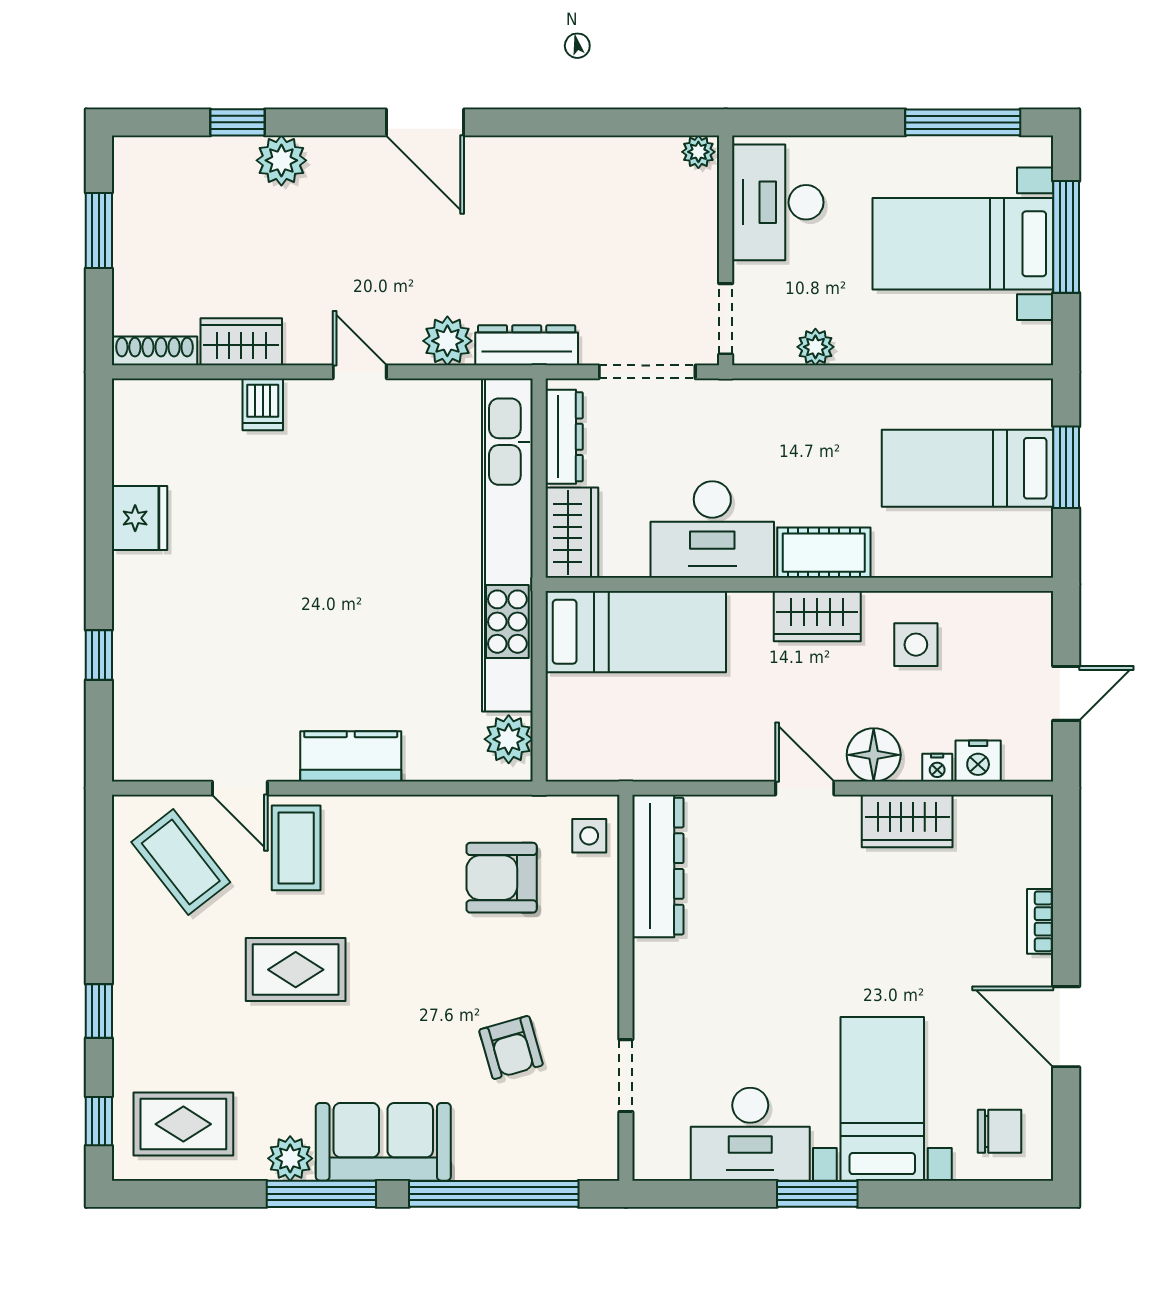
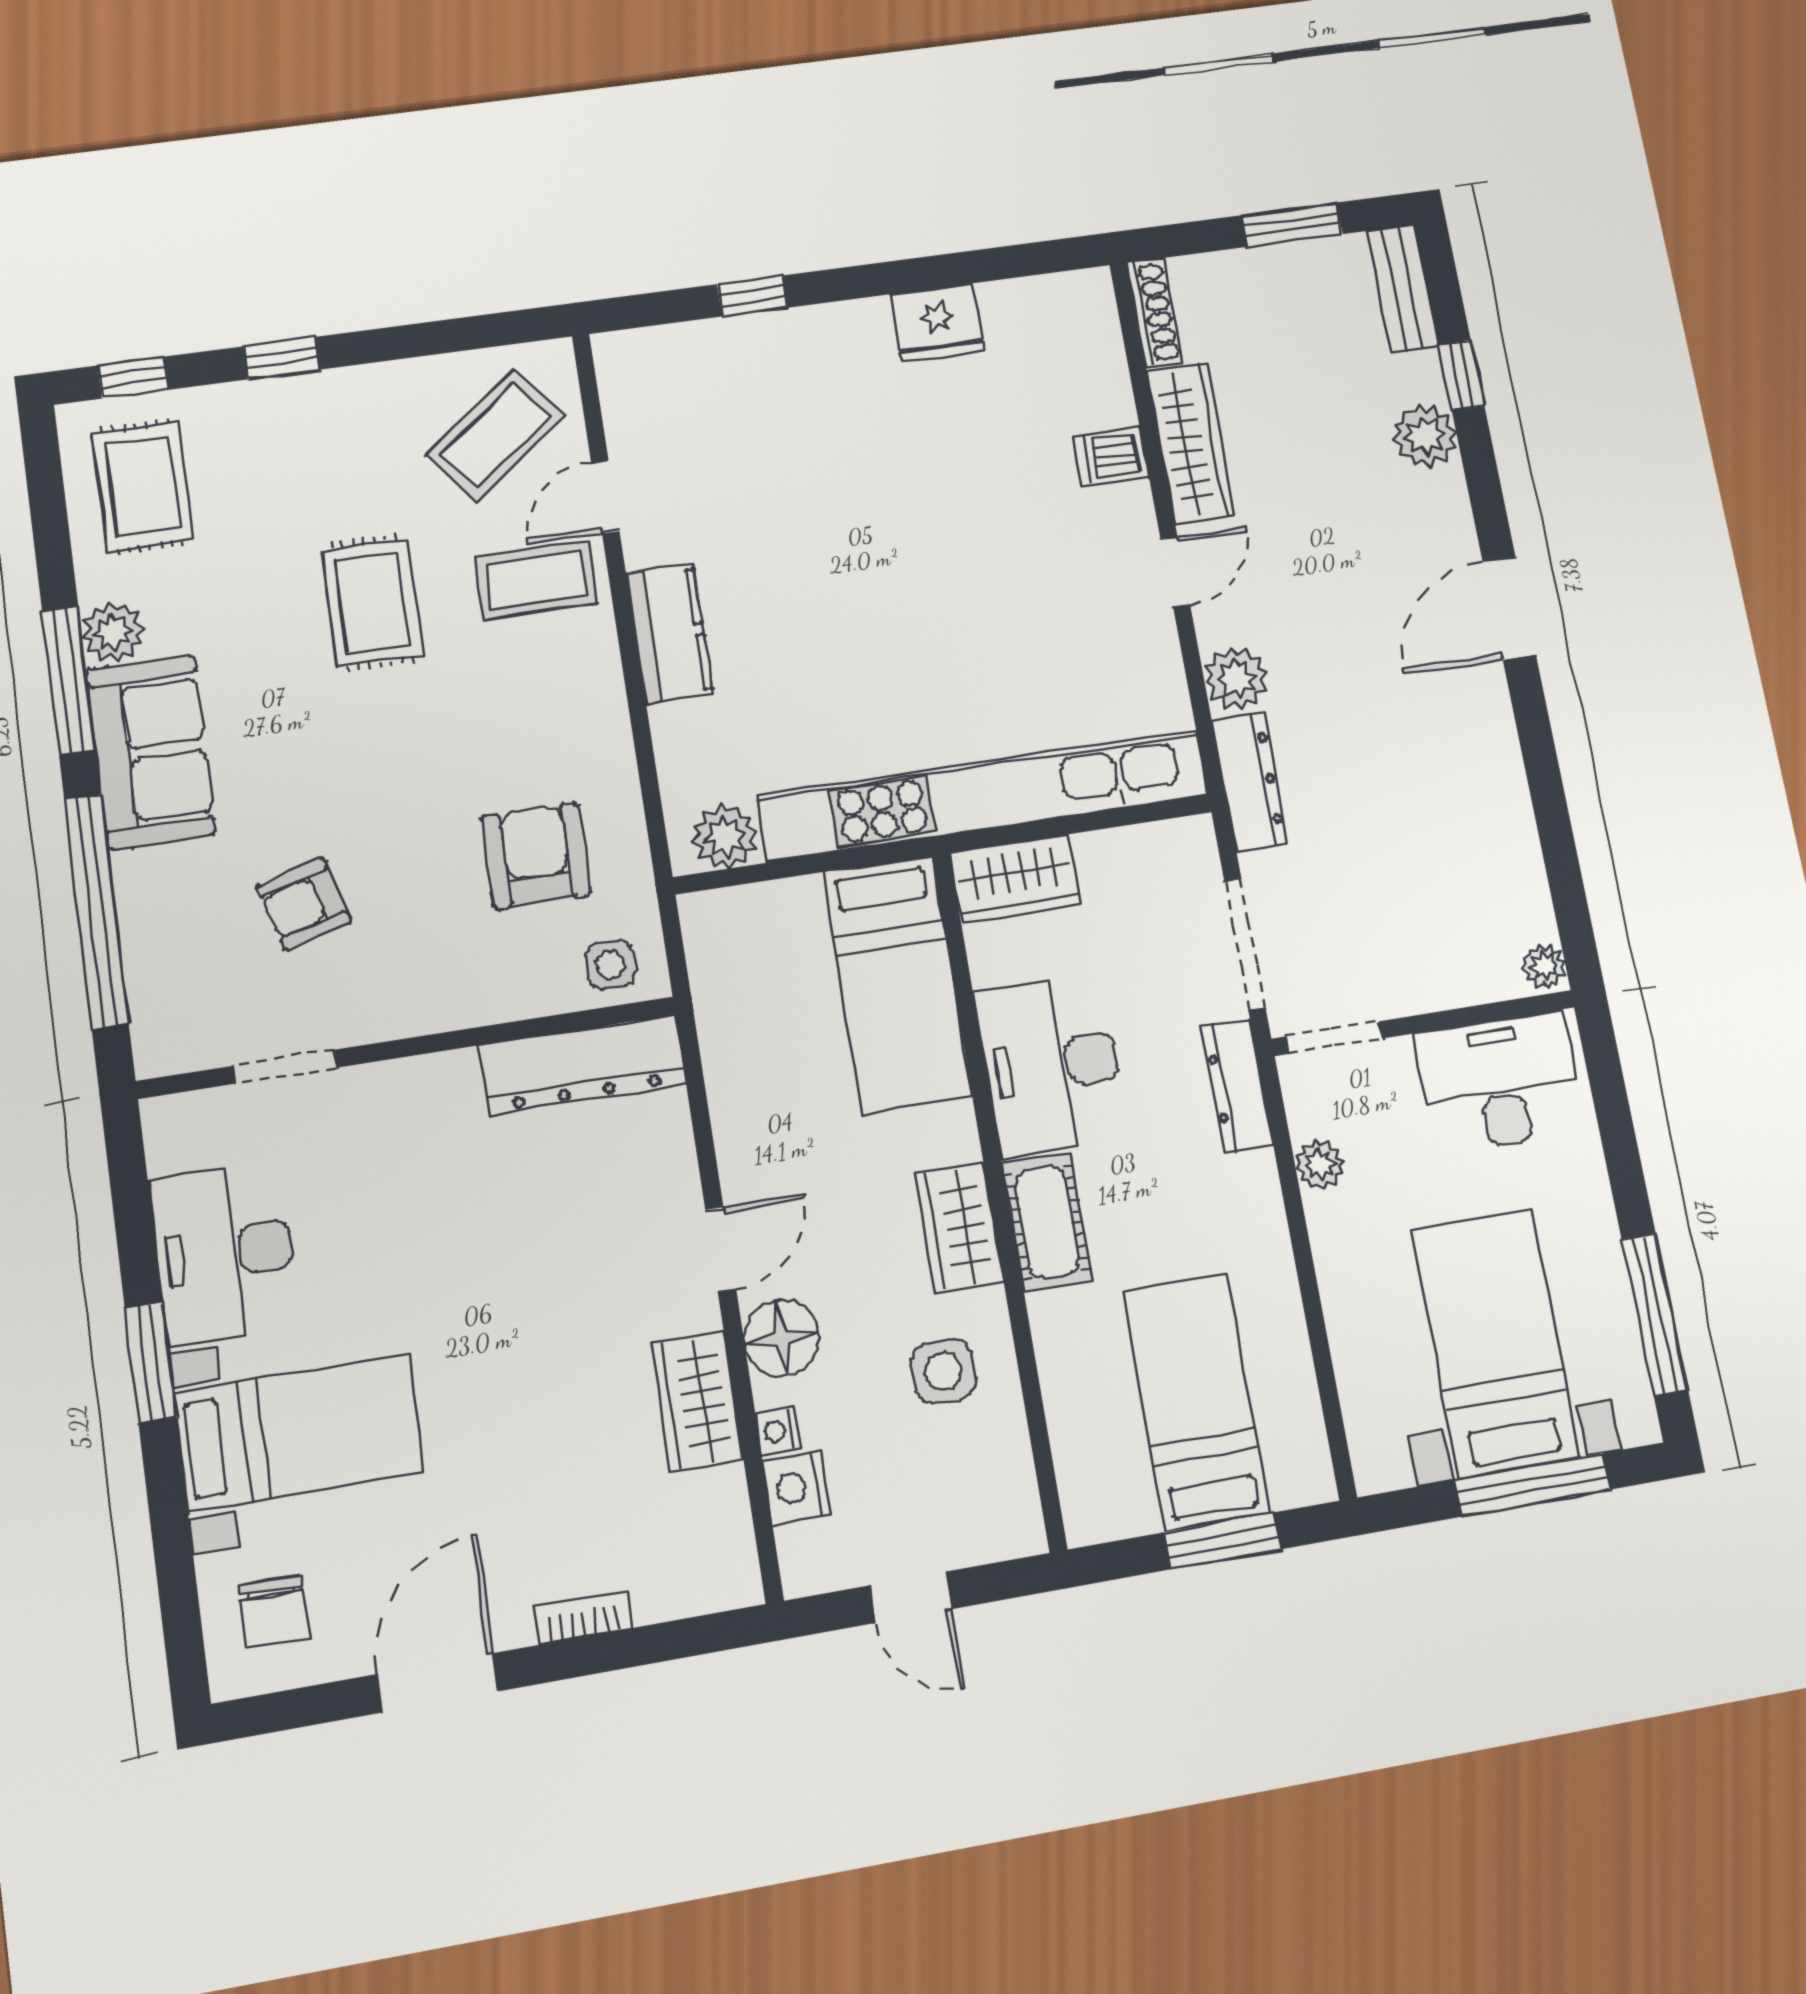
bench: (162, 155) -> (1402, 288), added
wardrobe: (241, 342) -> (1191, 443), width x1.50
dresser: (564, 437) -> (1237, 1086), moved, turned 90

